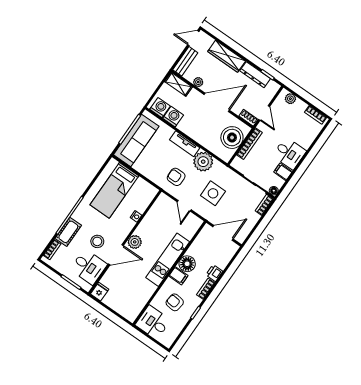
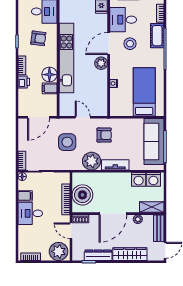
plant: (290, 99) -> (59, 251), width x1.88, depth x1.88
kitchen unit: (168, 260) -> (66, 58), width x1.36
filing cabinet: (178, 276) -> (50, 88), moved

